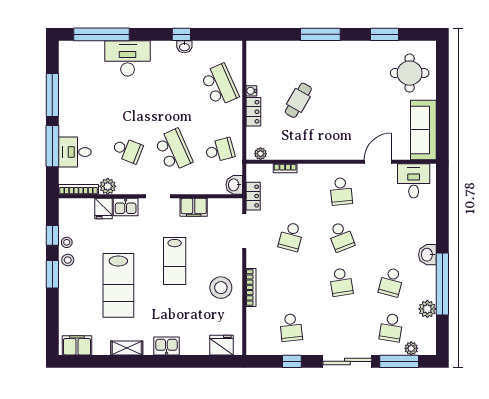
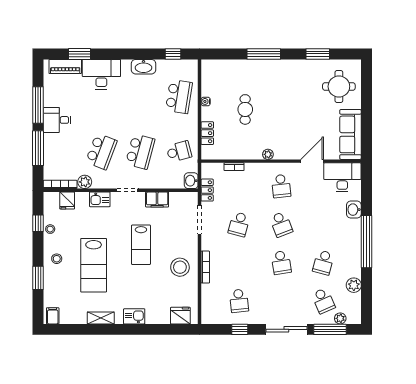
window: (102, 34) -> (80, 54), width x0.47
window: (181, 34) -> (173, 54), moved
washbasin: (184, 47) -> (144, 67), width x1.91, depth x1.45
piano: (85, 49) -> (65, 66), added
school desk: (220, 85) -> (179, 97), turned 33
cafe table: (298, 100) -> (245, 109), turned -30
locker: (253, 112) -> (207, 133), moved
school desk: (127, 150) -> (101, 151), width x1.85
school desk: (174, 150) -> (140, 151), turned 39
desk: (75, 152) -> (57, 120), moved
plant: (260, 154) -> (268, 154), moved
desk: (414, 181) -> (342, 177), width x1.37
fridge: (104, 209) -> (67, 201), moved
washbasin: (427, 255) -> (354, 210), moved
stool: (68, 260) -> (57, 259), moved
window: (52, 274) -> (38, 278), moved
window: (442, 284) -> (366, 242), moved
school desk: (391, 327) -> (323, 301), turned -33
filing cabinet: (77, 345) -> (53, 316), width x0.50

